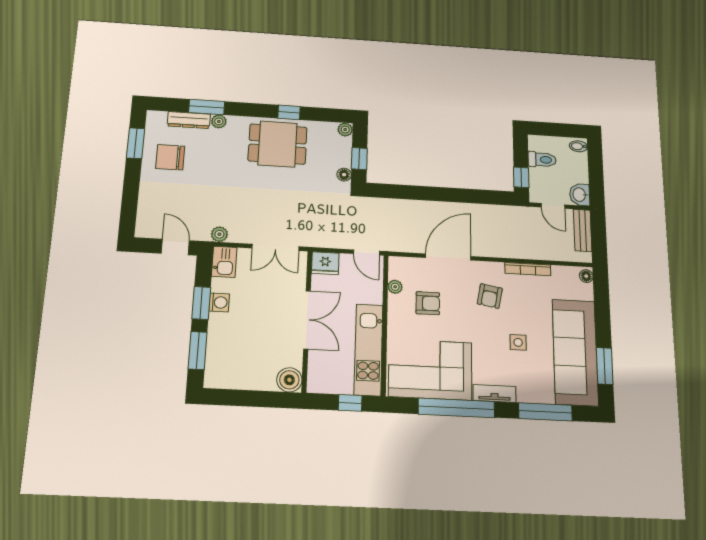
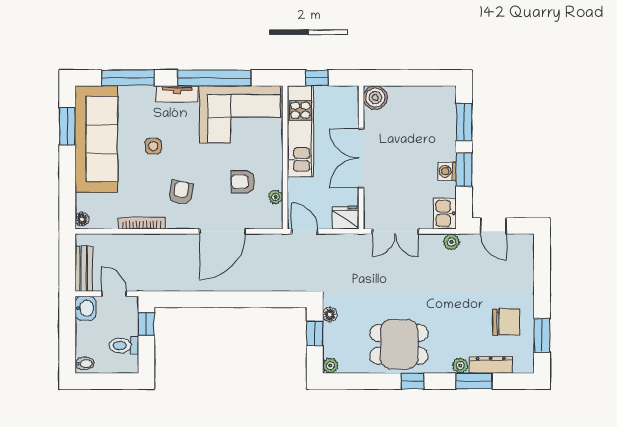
window: (289, 112) -> (413, 381), moved
double door: (276, 247) -> (395, 231), swing flipped

